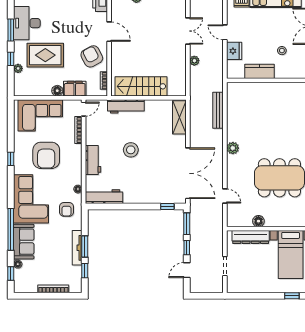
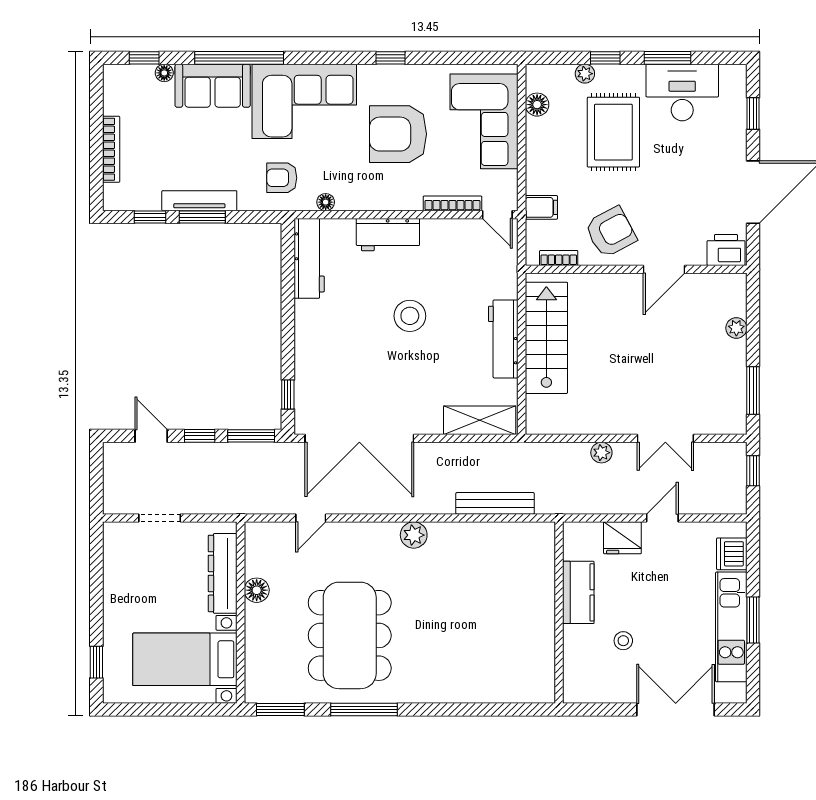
filing cabinet: (75, 89) -> (541, 207), width x0.50
floor lamp: (57, 91) -> (537, 105), moved
workbench: (126, 106) -> (503, 339), moved

